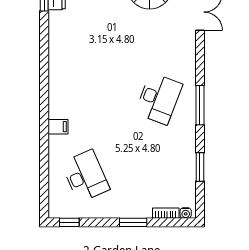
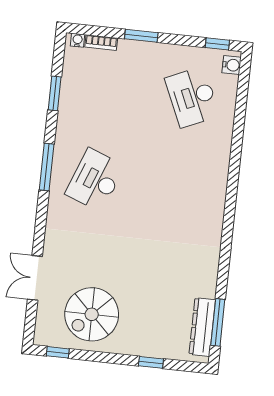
filing cabinet: (58, 127) -> (219, 159), removed
water cooler: (55, 206) -> (232, 65), added

